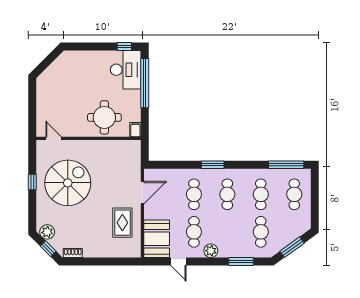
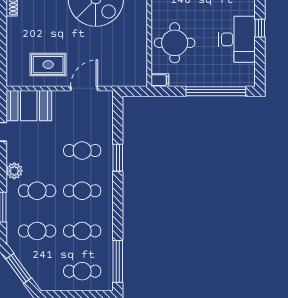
window: (124, 47) -> (260, 28), moved
desk: (126, 70) -> (237, 39), moved, turned -90
window: (213, 165) -> (118, 158), moved
door: (142, 193) -> (84, 88), swing flipped
cafe table: (194, 232) -> (37, 191), moved

